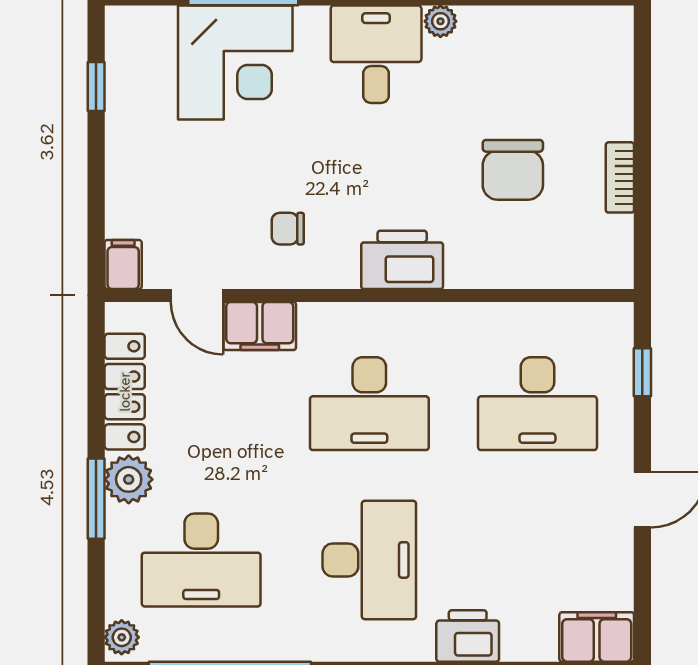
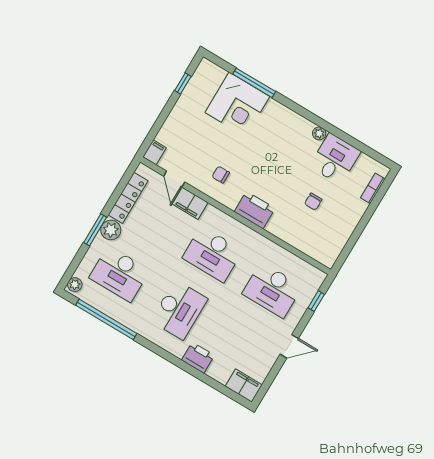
desk: (376, 54) -> (335, 159), moved
chair: (513, 170) -> (313, 202), width x0.54, depth x0.54
bookcase: (620, 177) -> (373, 188), moved

